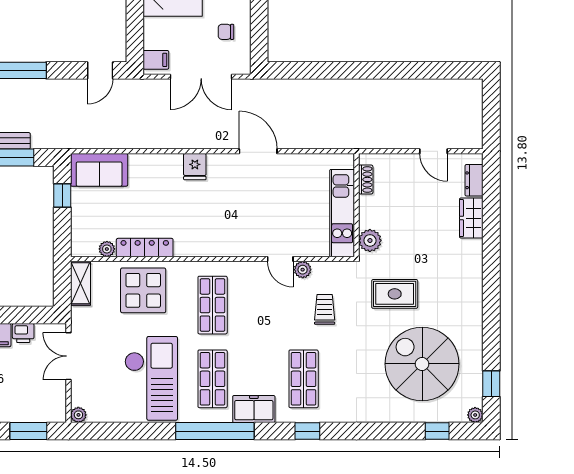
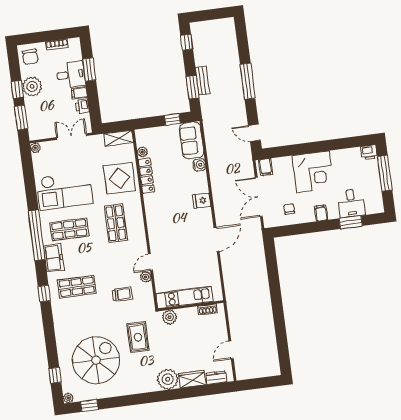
water cooler: (139, 163) -> (199, 165), added
plant: (466, 256) -> (168, 379), added
shop shelf: (213, 305) -> (116, 223), turned 90

